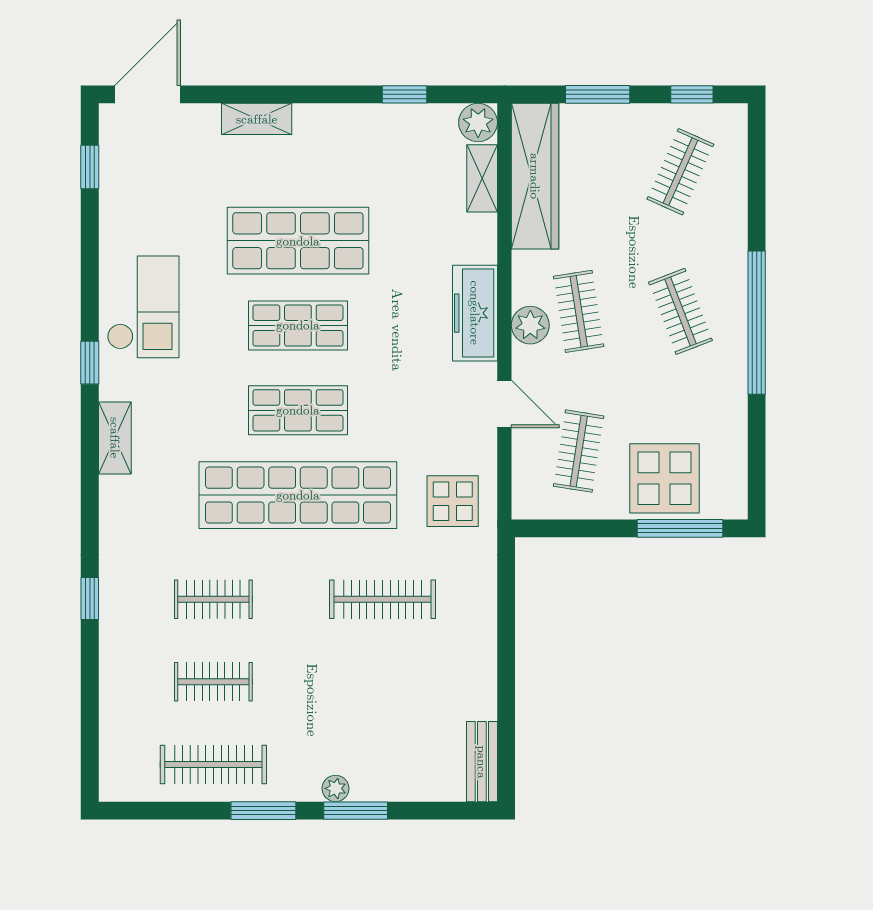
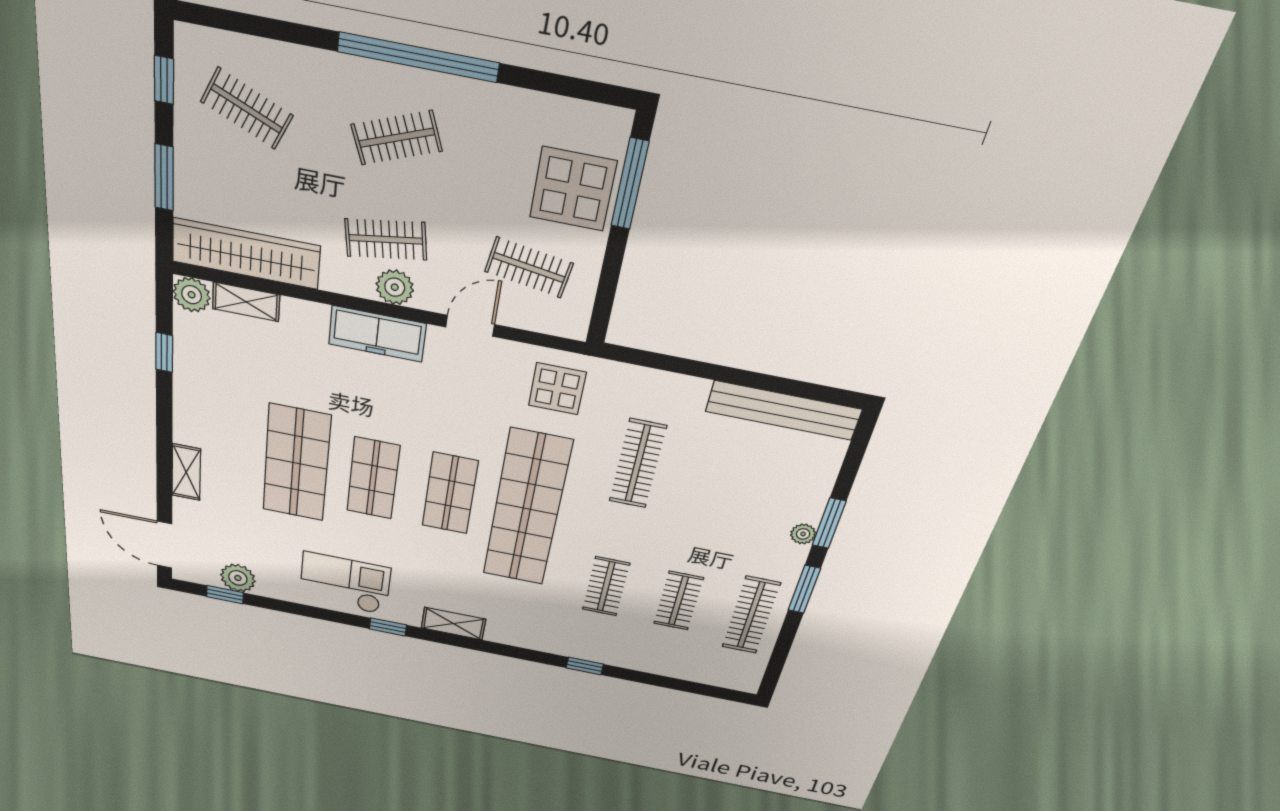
plant: (119, 182) -> (238, 578), added
bench: (482, 762) -> (783, 410), width x1.86, depth x1.21

